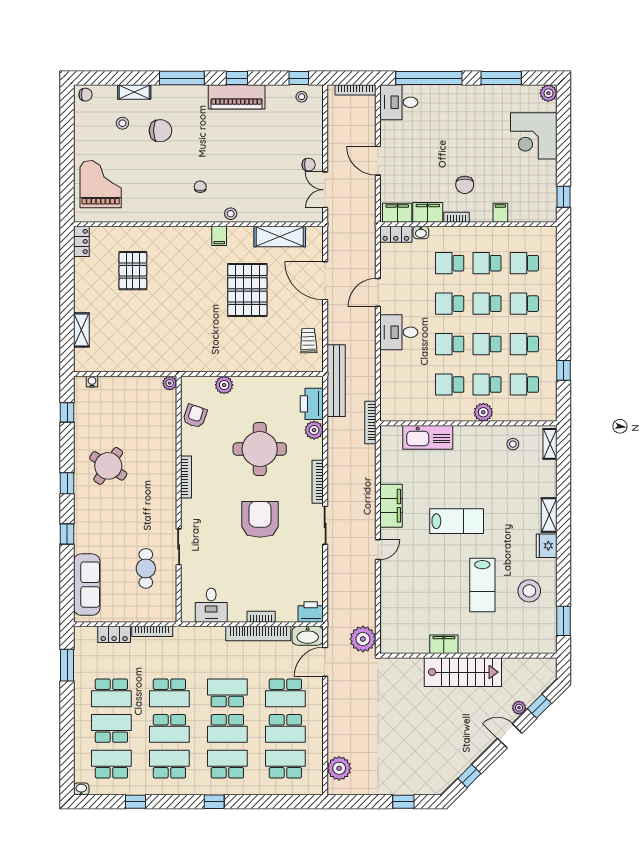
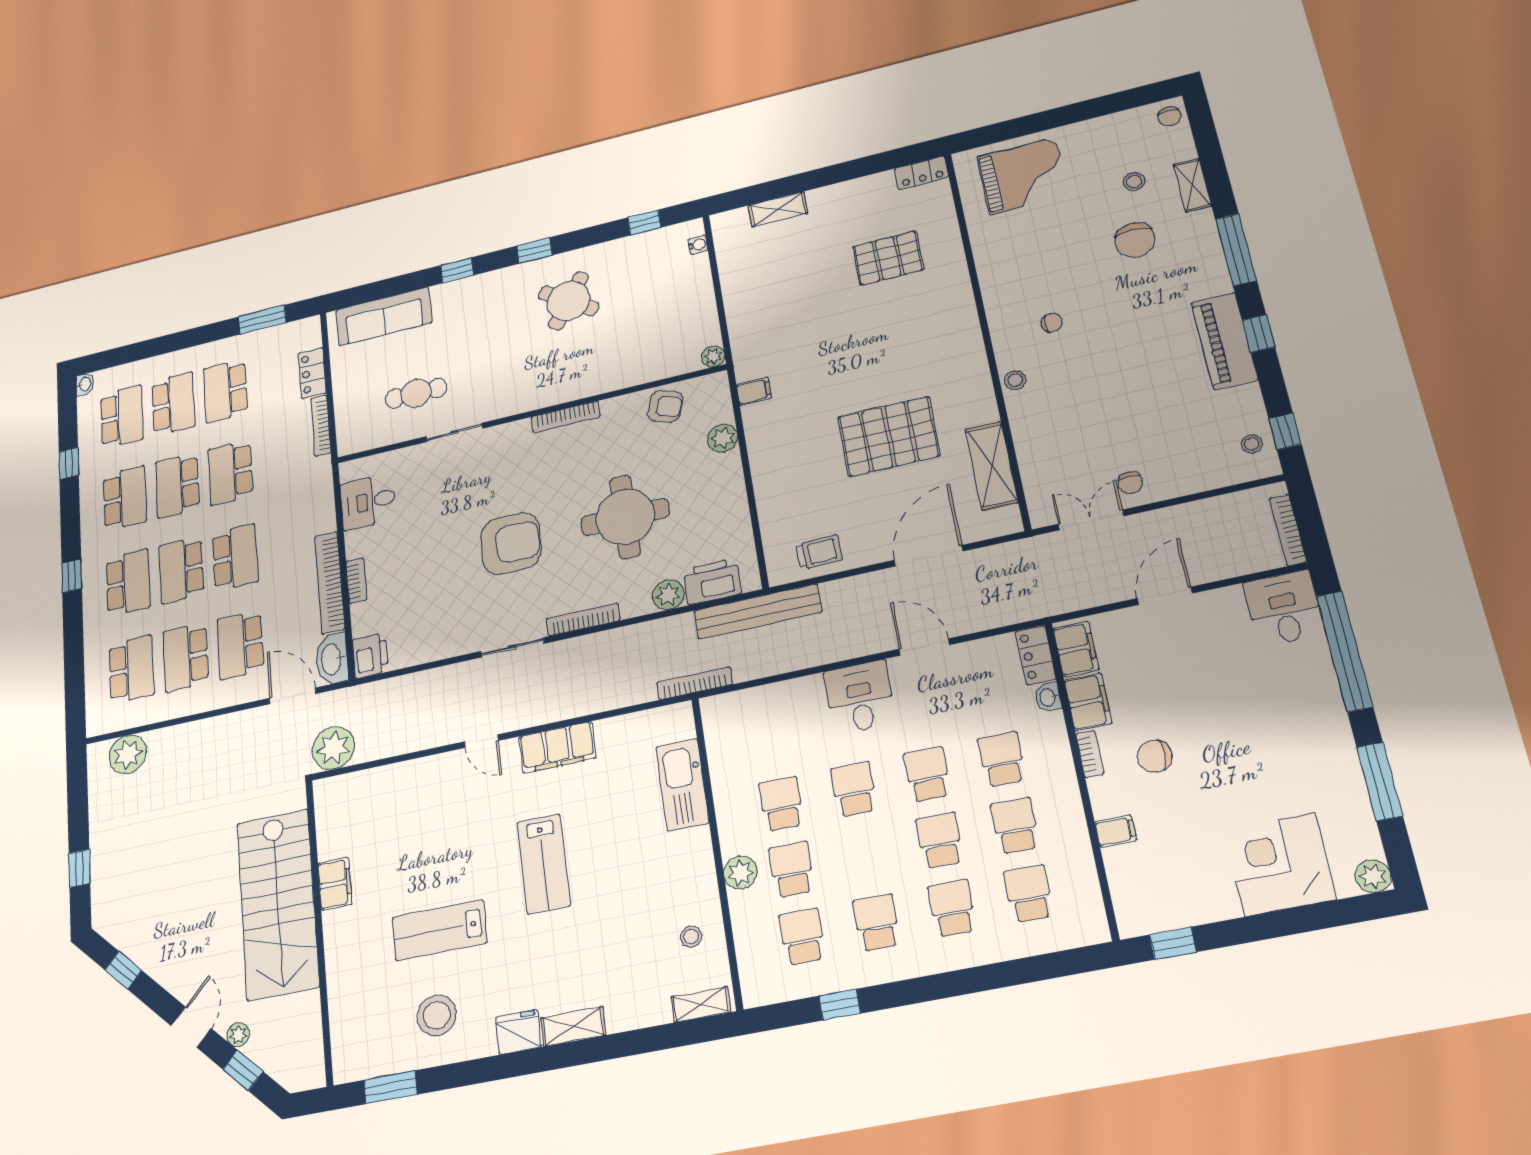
filing cabinet: (219, 236) -> (754, 391), moved, turned 180
school desk: (487, 344) -> (865, 855), removed
stairs: (463, 672) -> (278, 904), width x1.36, depth x1.51

